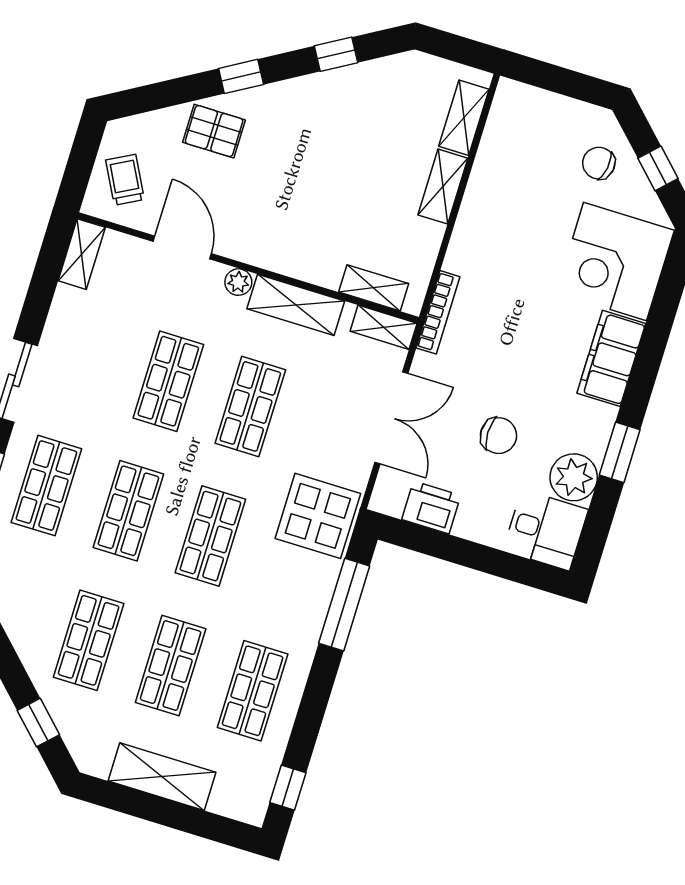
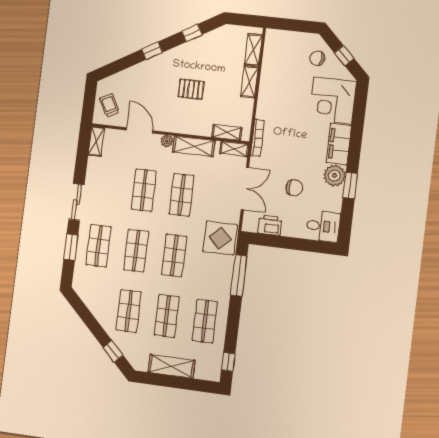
pallet: (214, 131) -> (191, 89), moved
plant: (574, 477) -> (334, 176), moved

